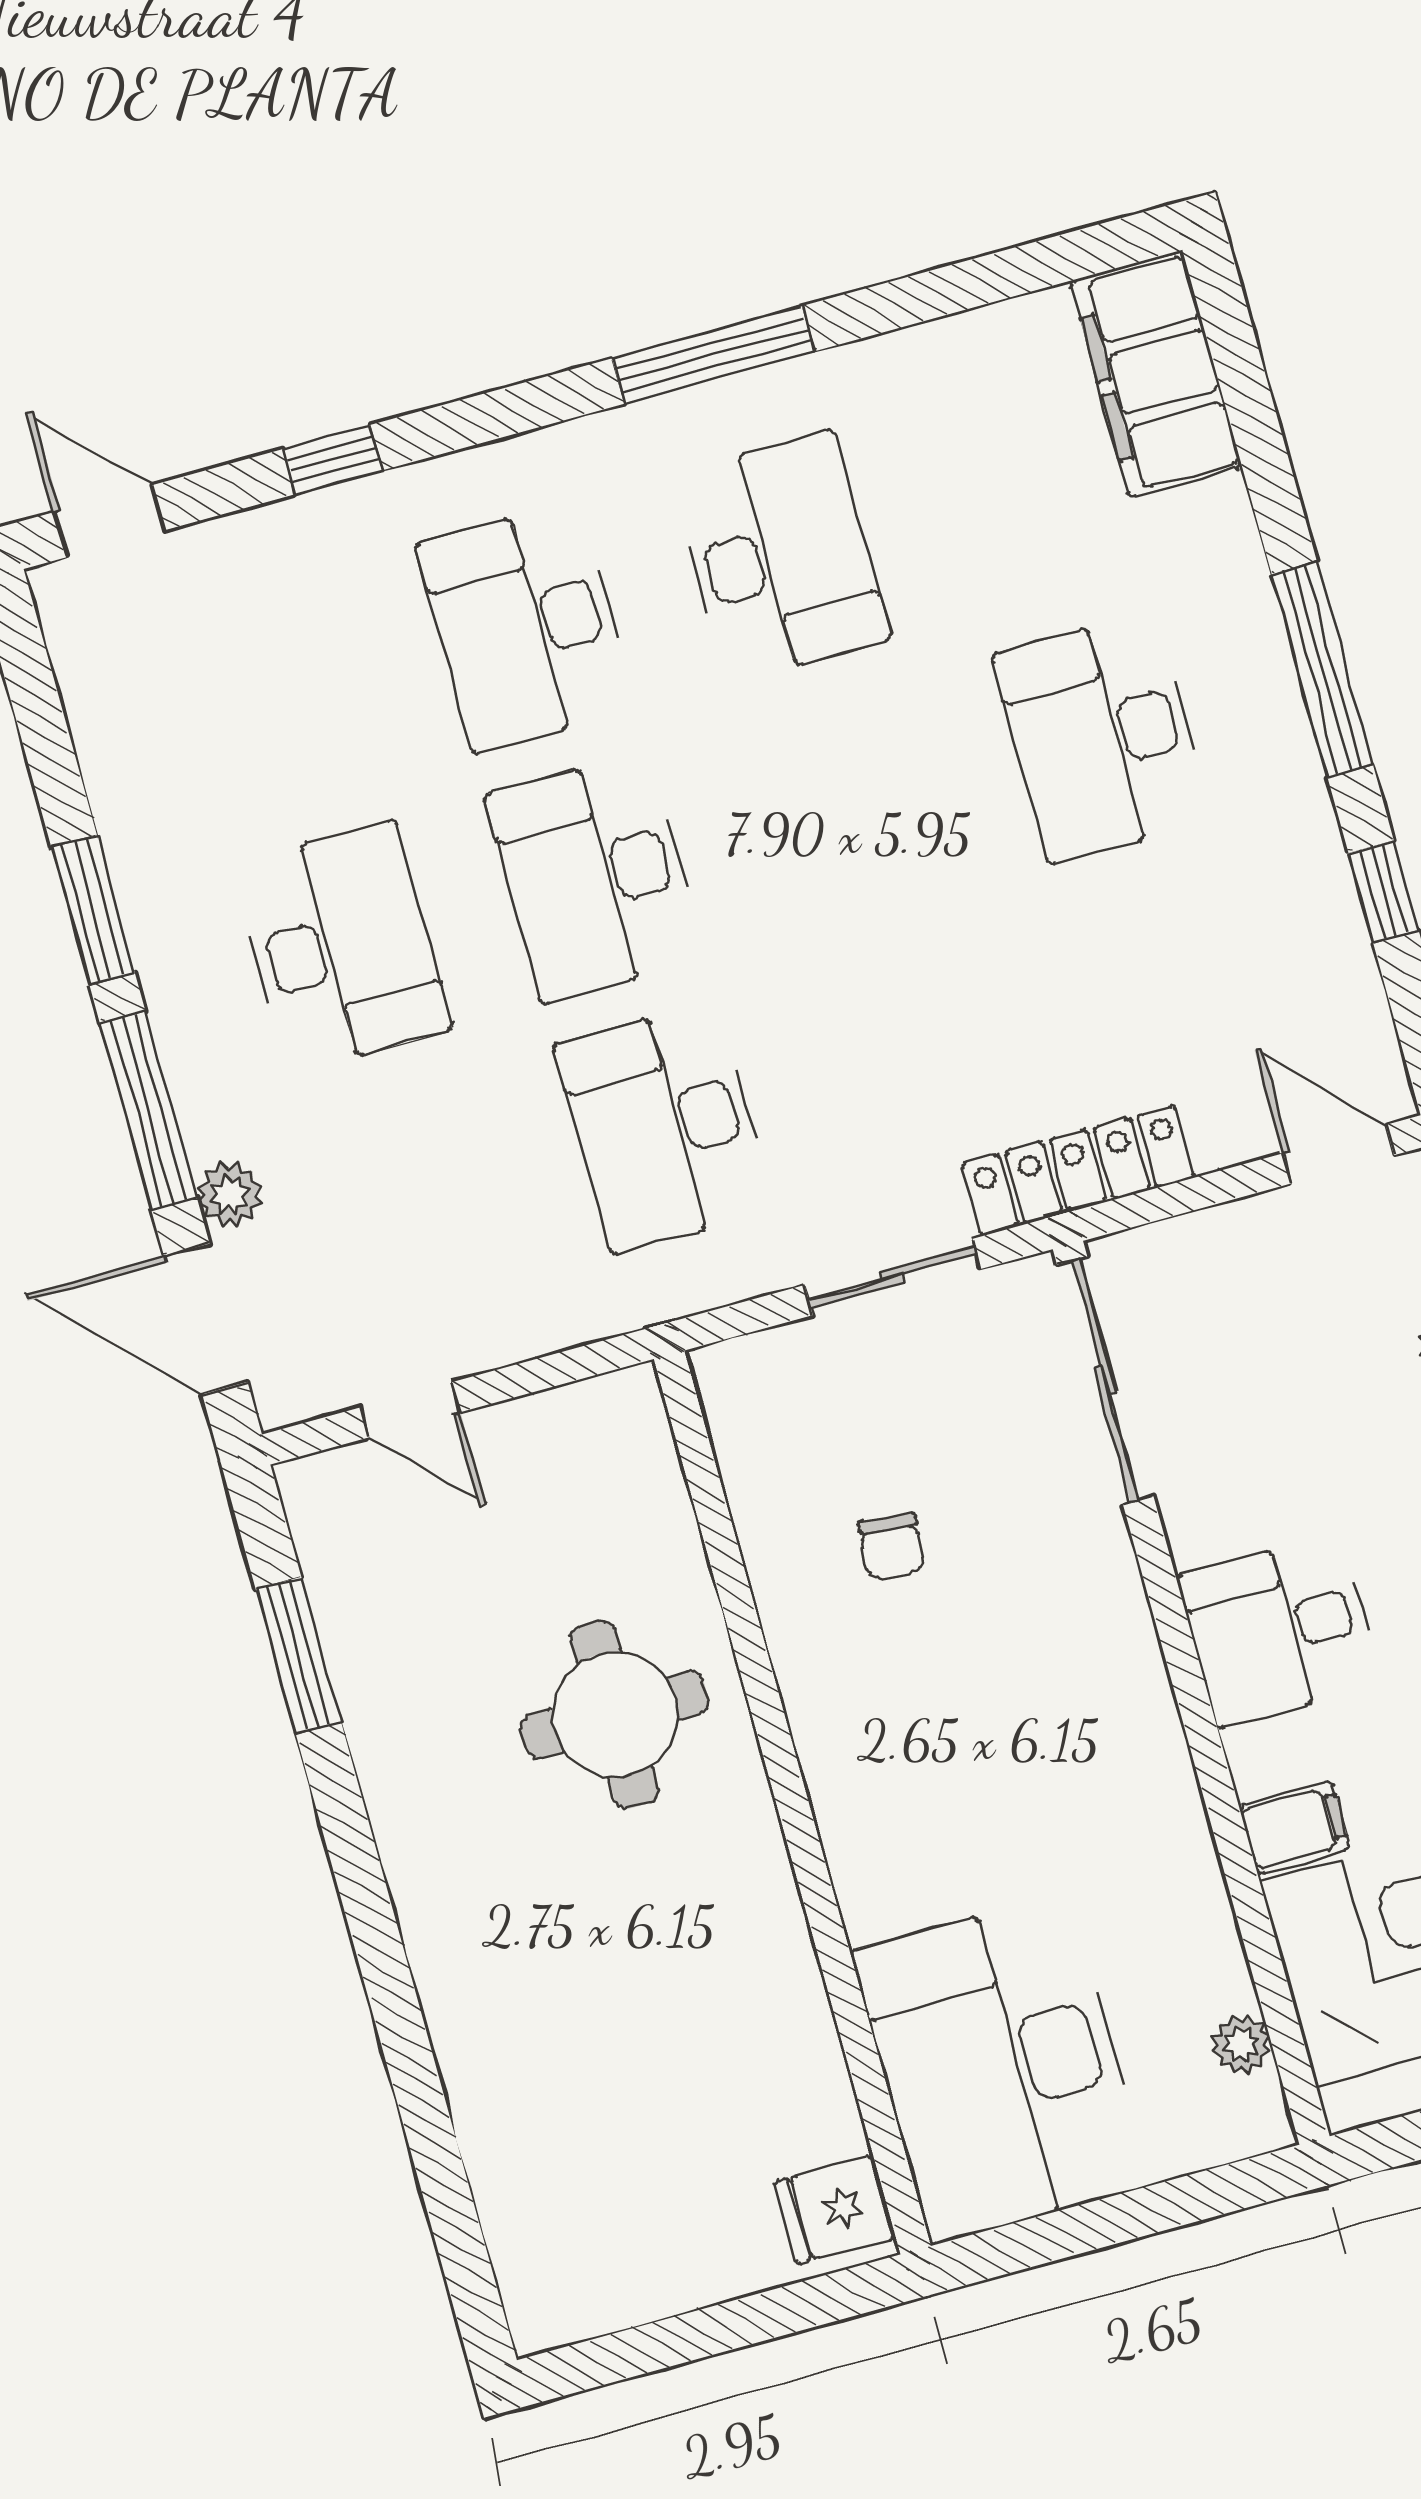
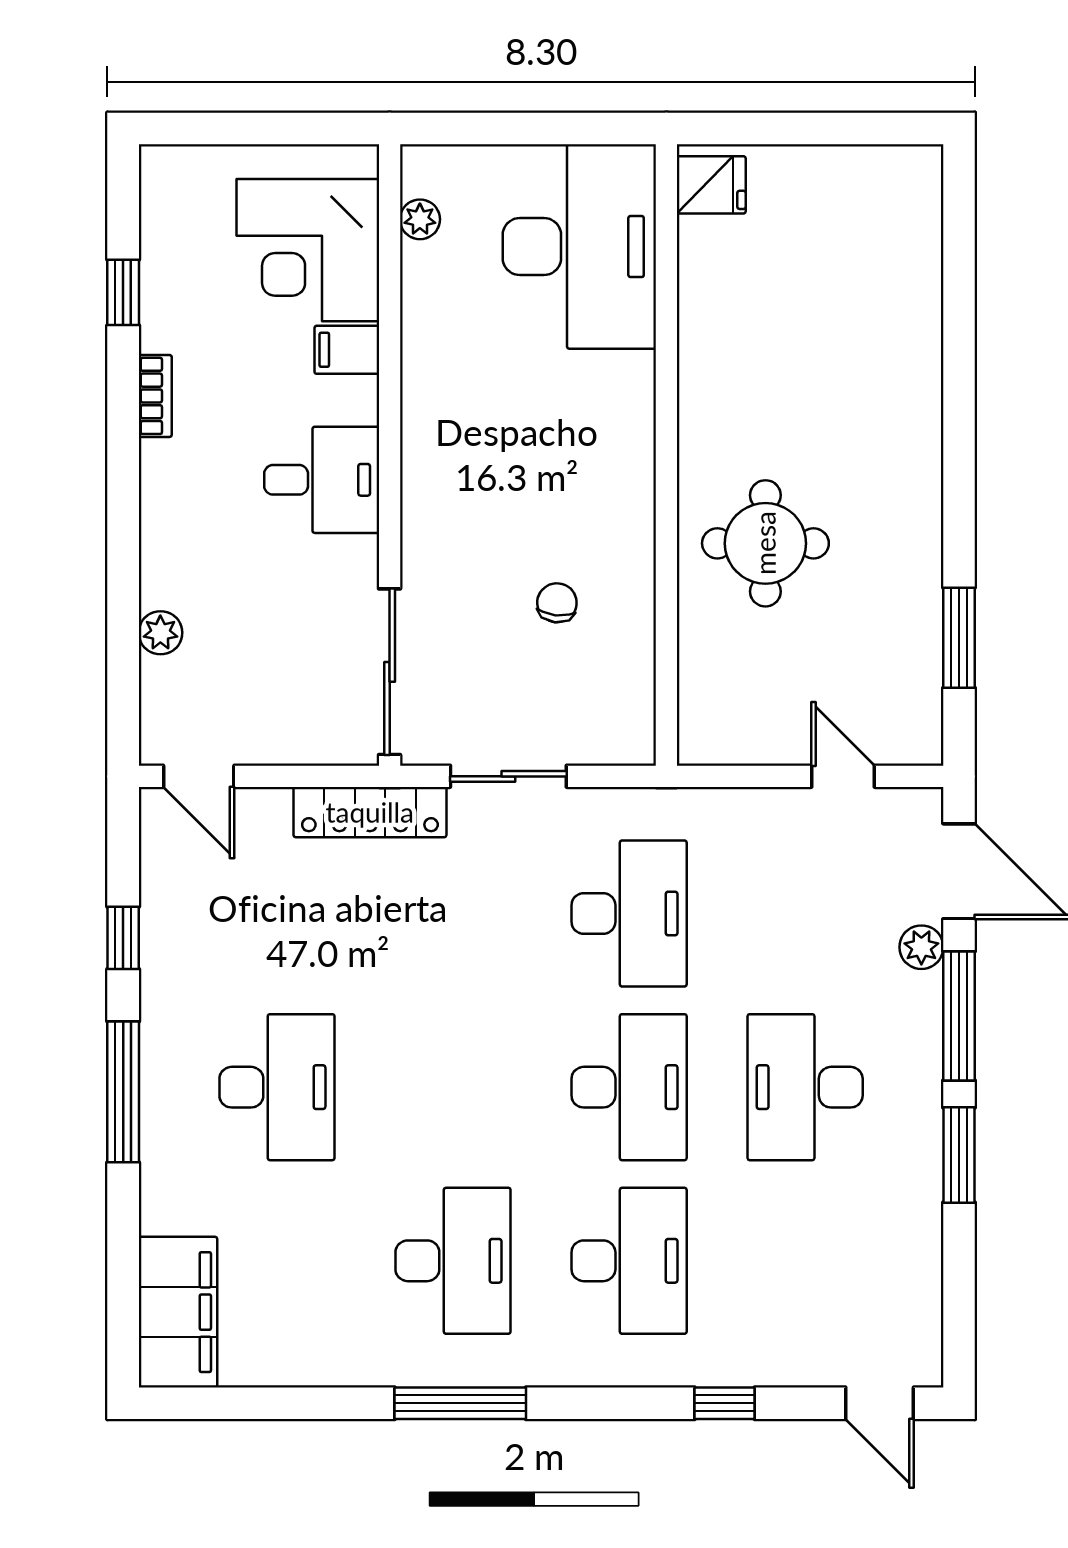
desk: (780, 557) -> (453, 1261), turned 180

